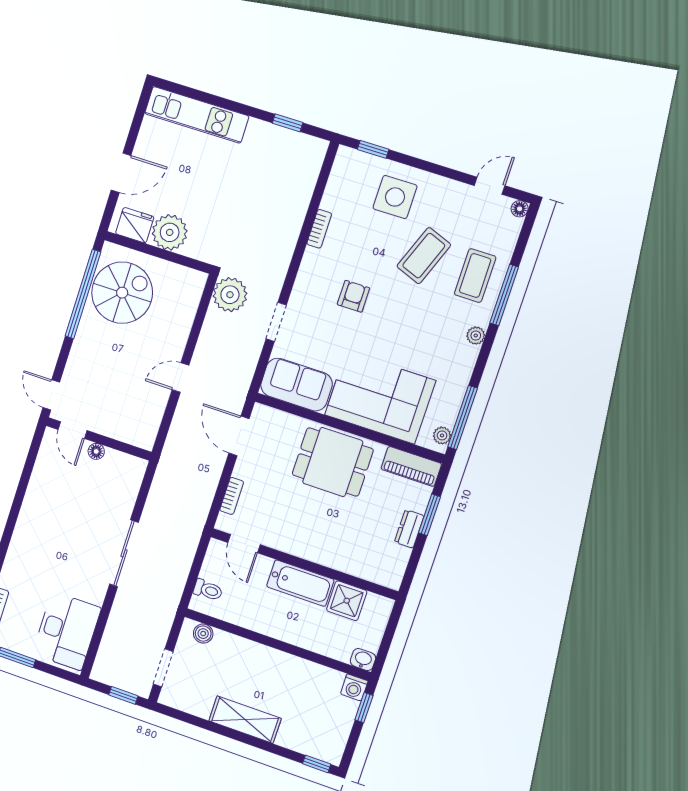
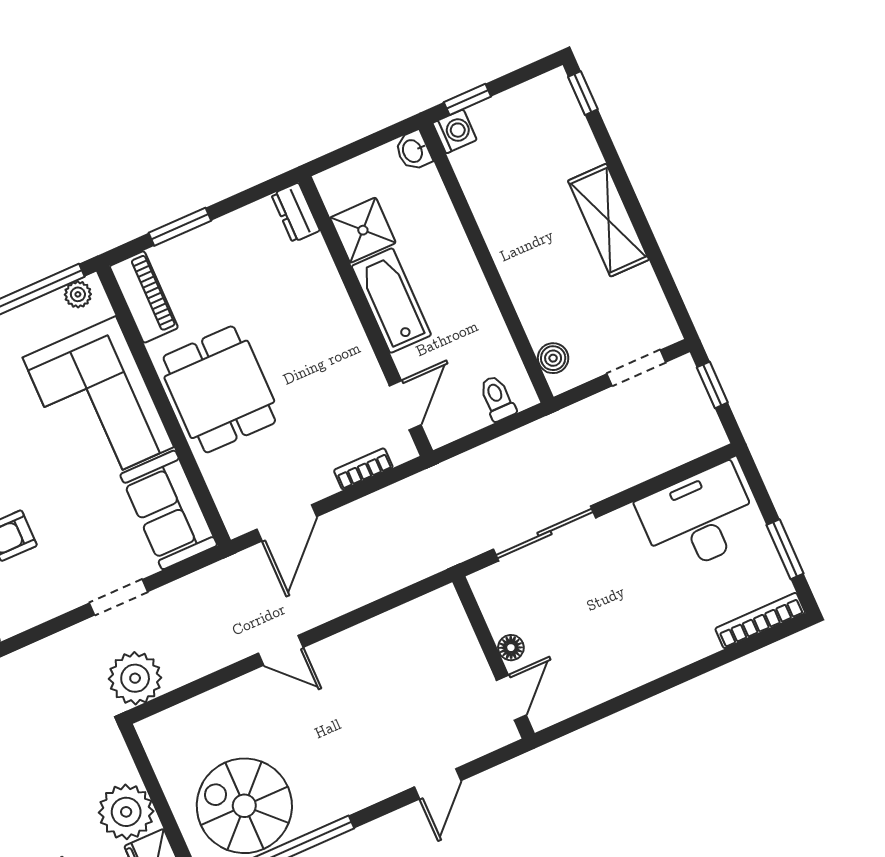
door: (72, 430) -> (511, 698), moved
wall: (99, 439) -> (494, 657), moved
floor lamp: (96, 451) -> (511, 648), moved
dresser: (409, 529) -> (296, 213), moved, turned 90

